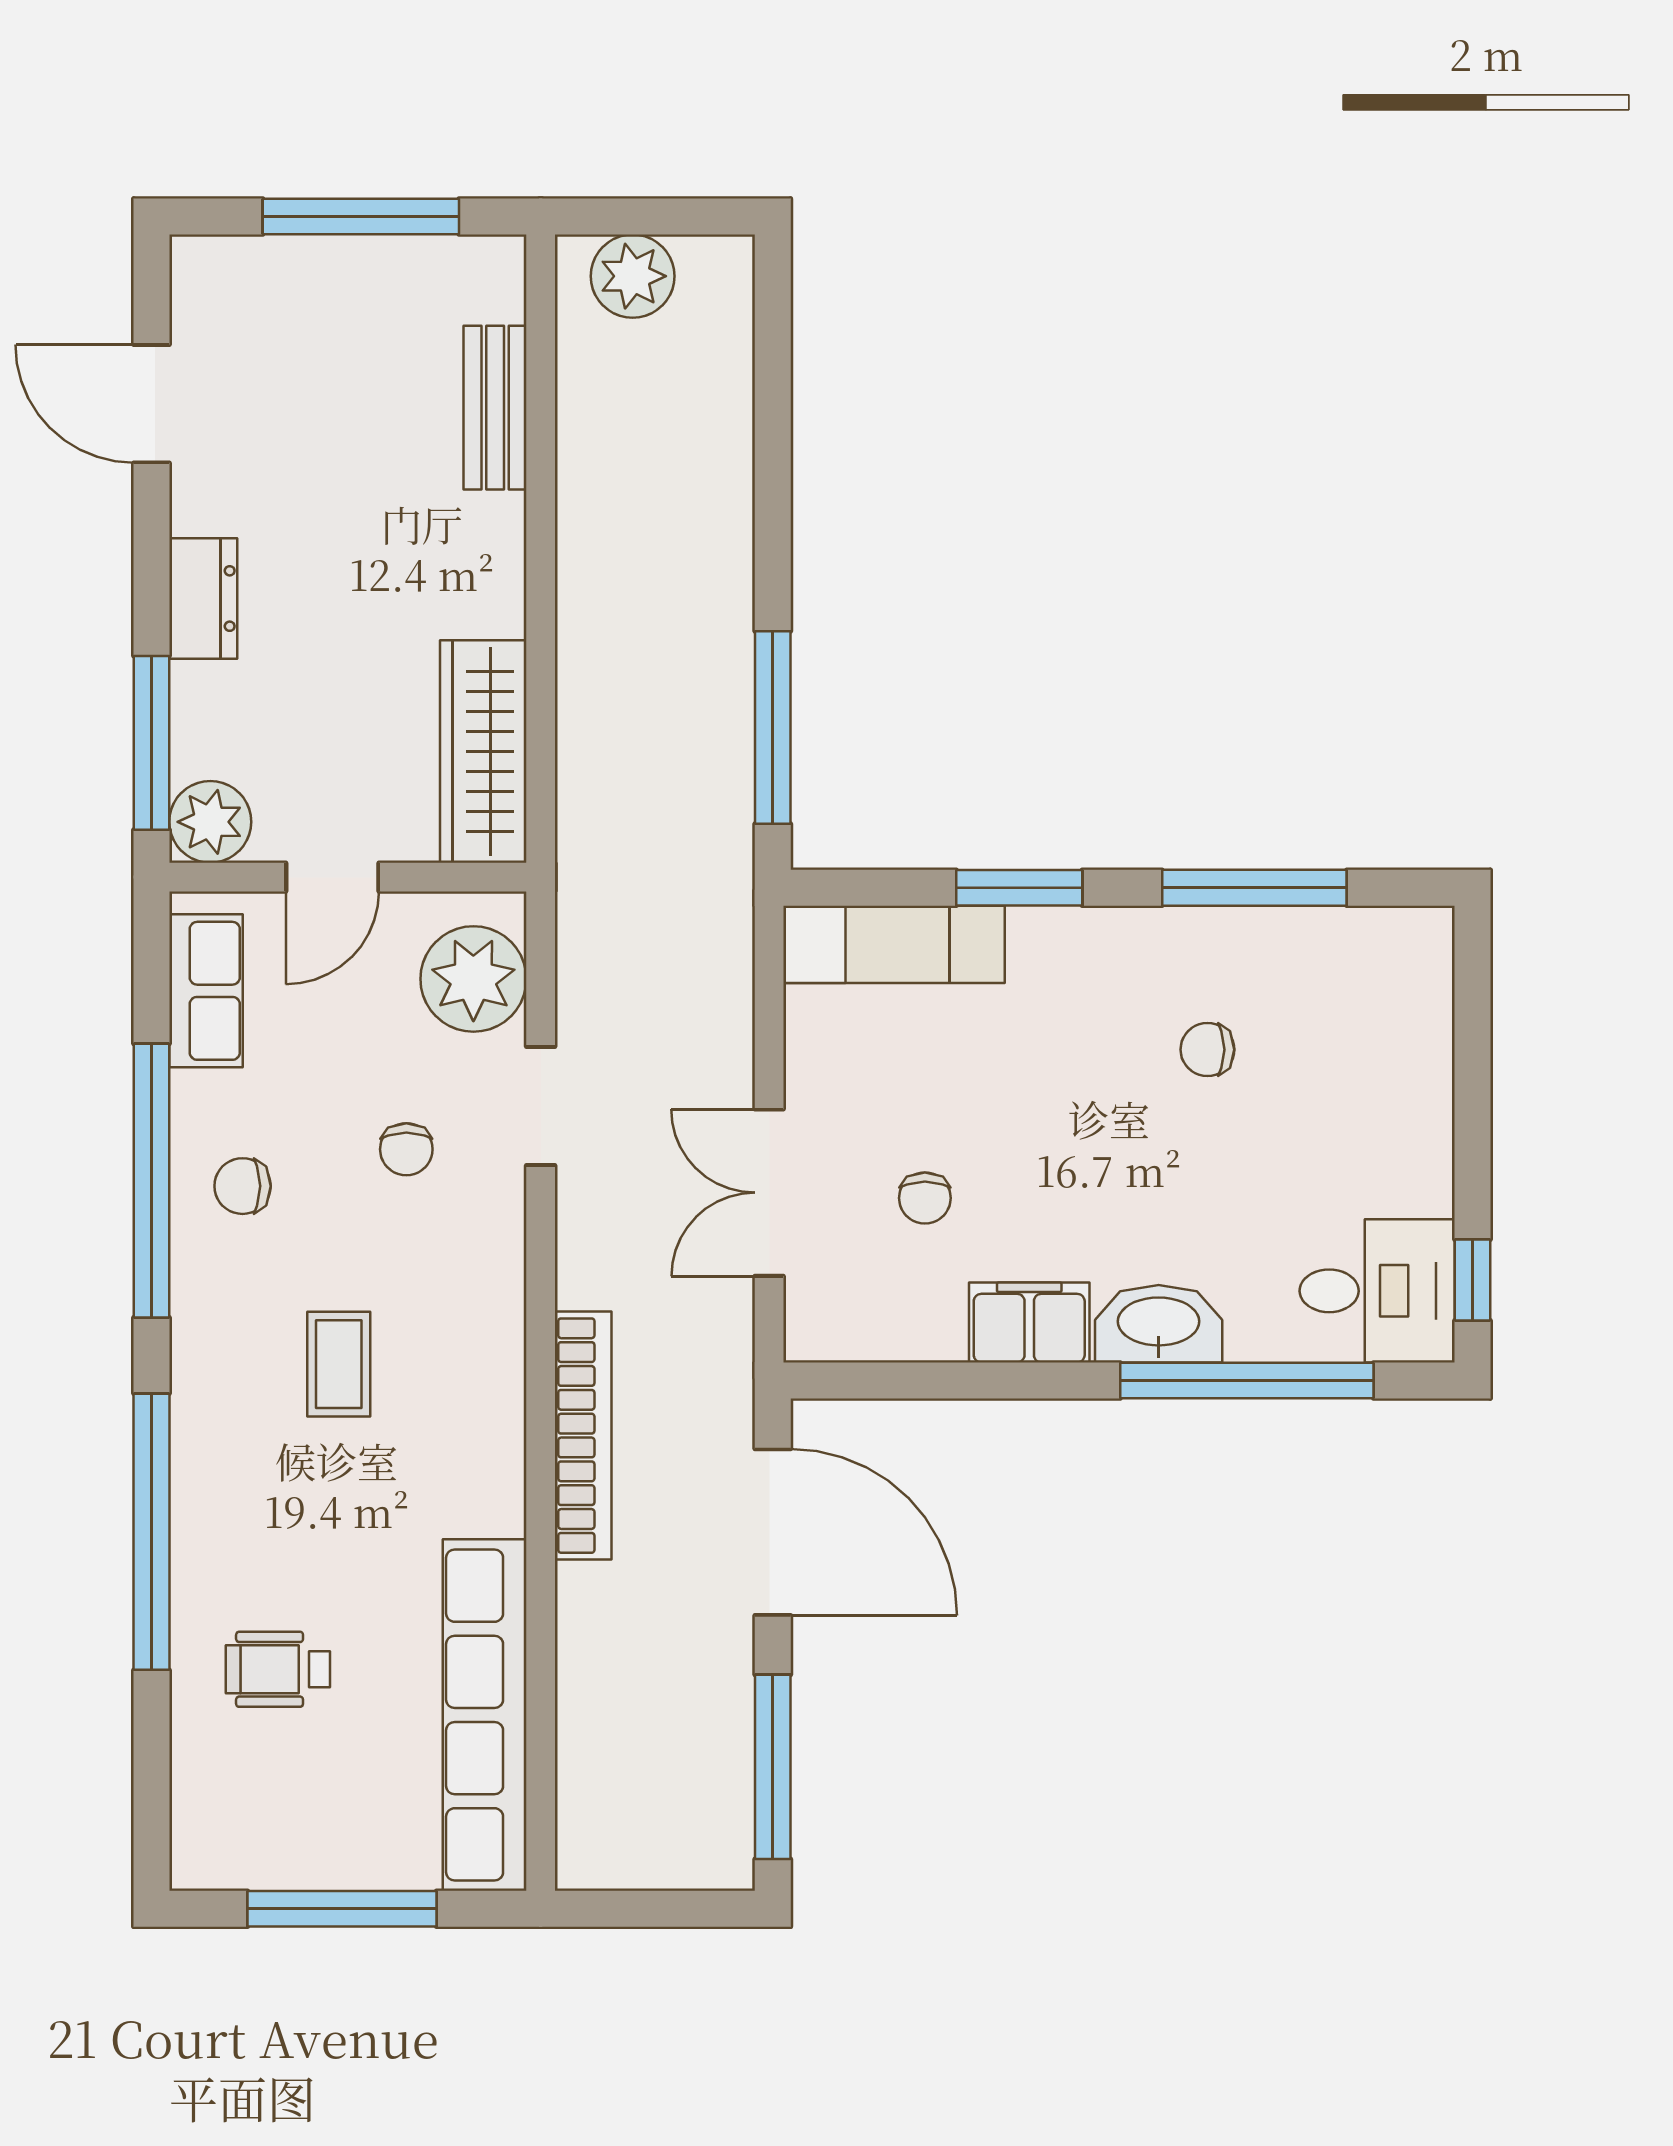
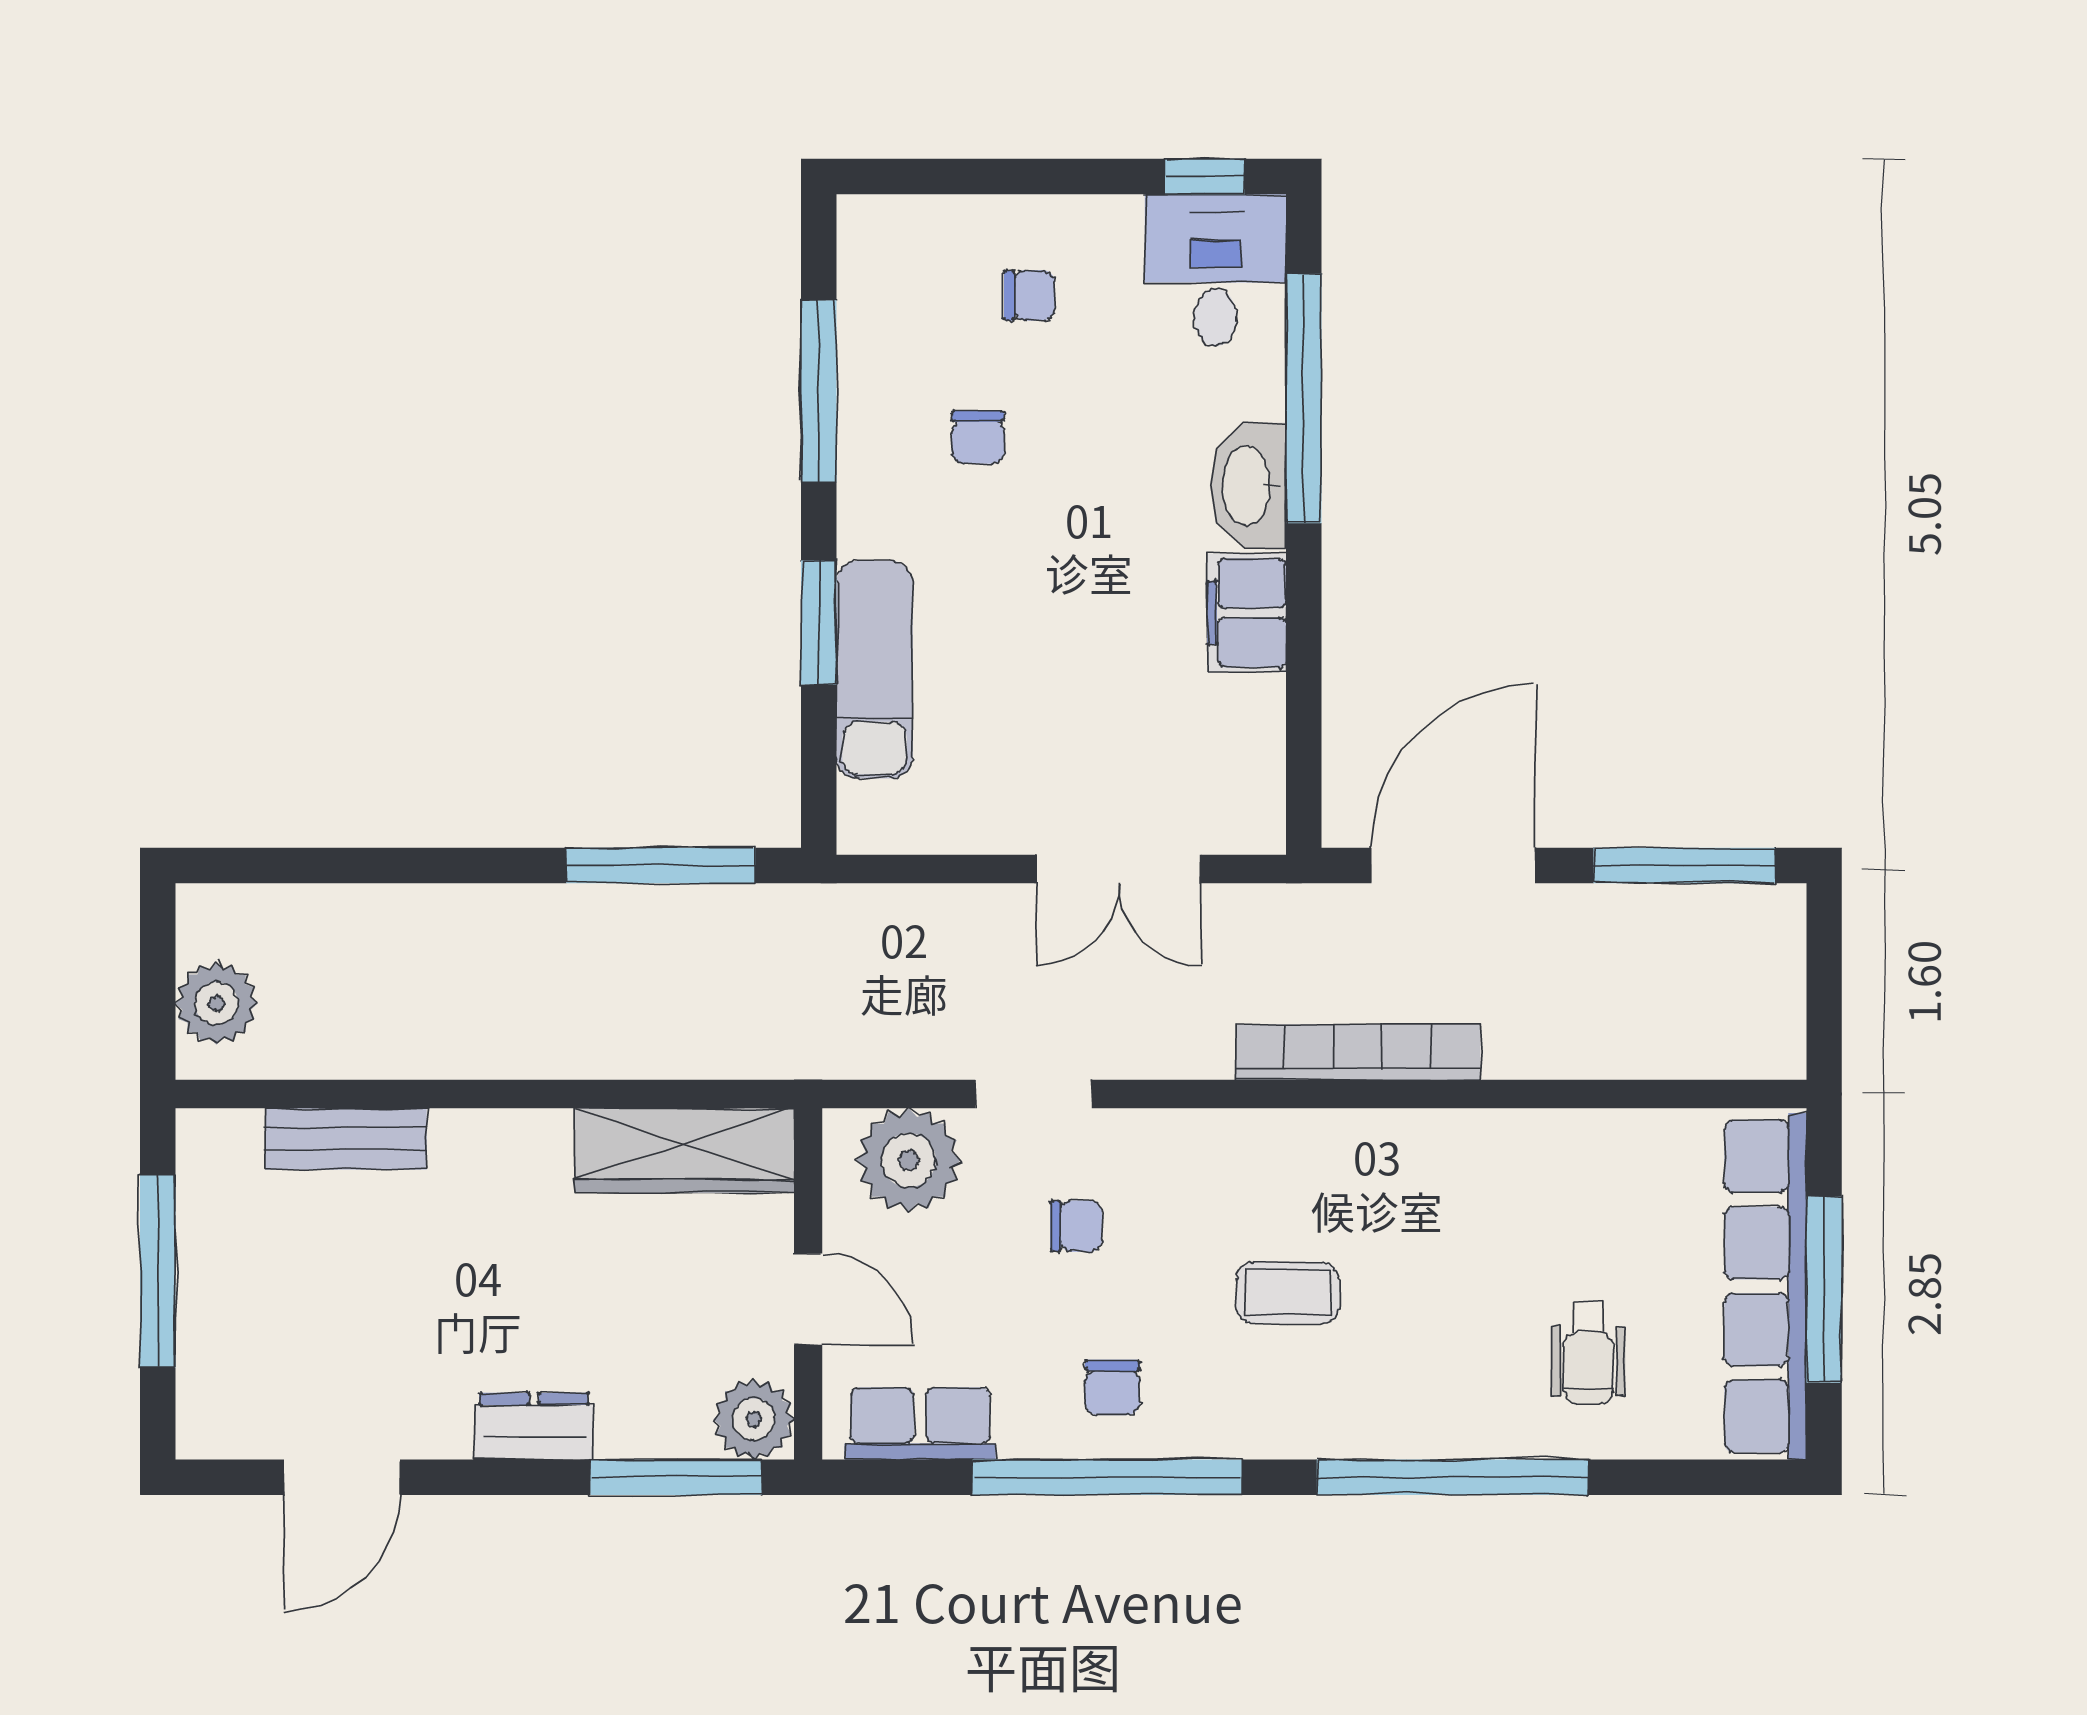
exam couch: (894, 944) -> (874, 669), moved
chair: (925, 1198) -> (1029, 295), moved
row of seats: (485, 1715) -> (1765, 1286), moved, turned 90

